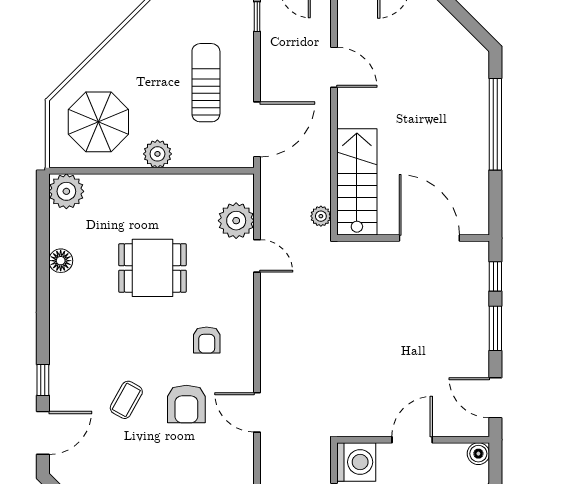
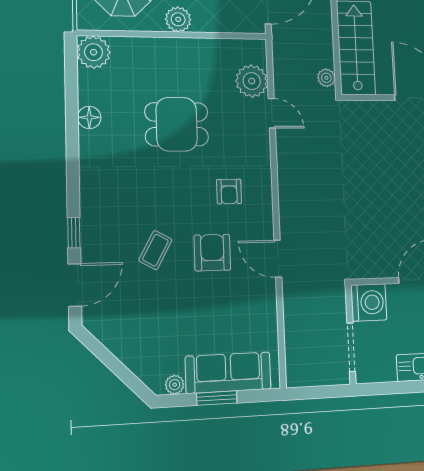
armchair: (186, 404) -> (212, 253), turned 180

